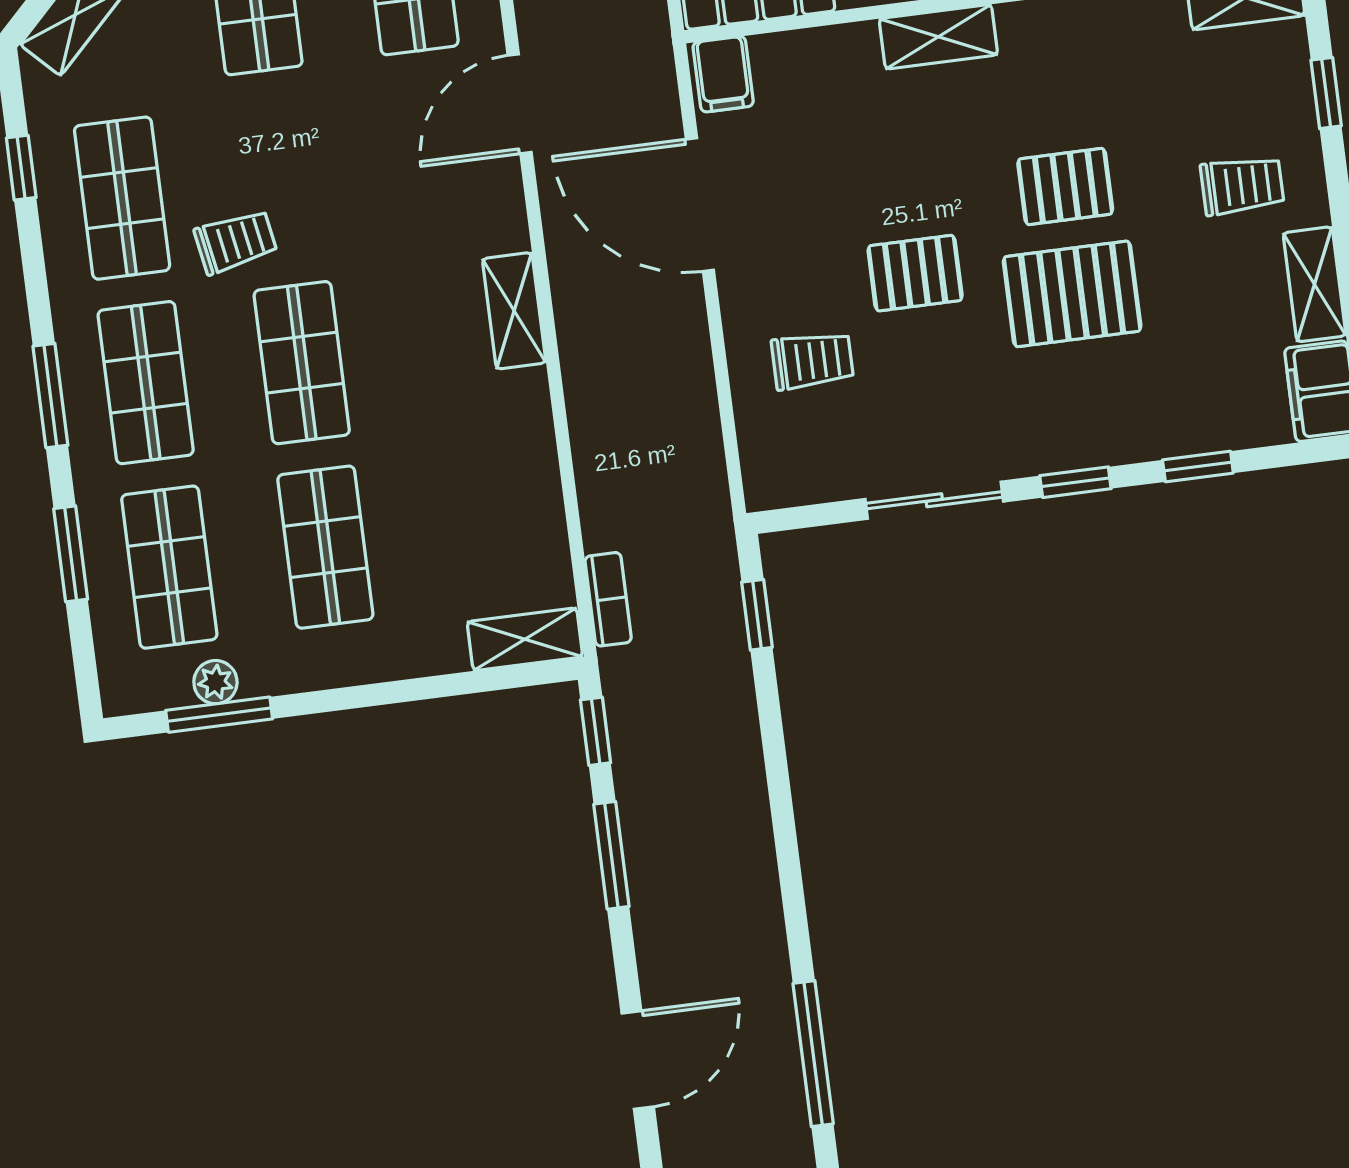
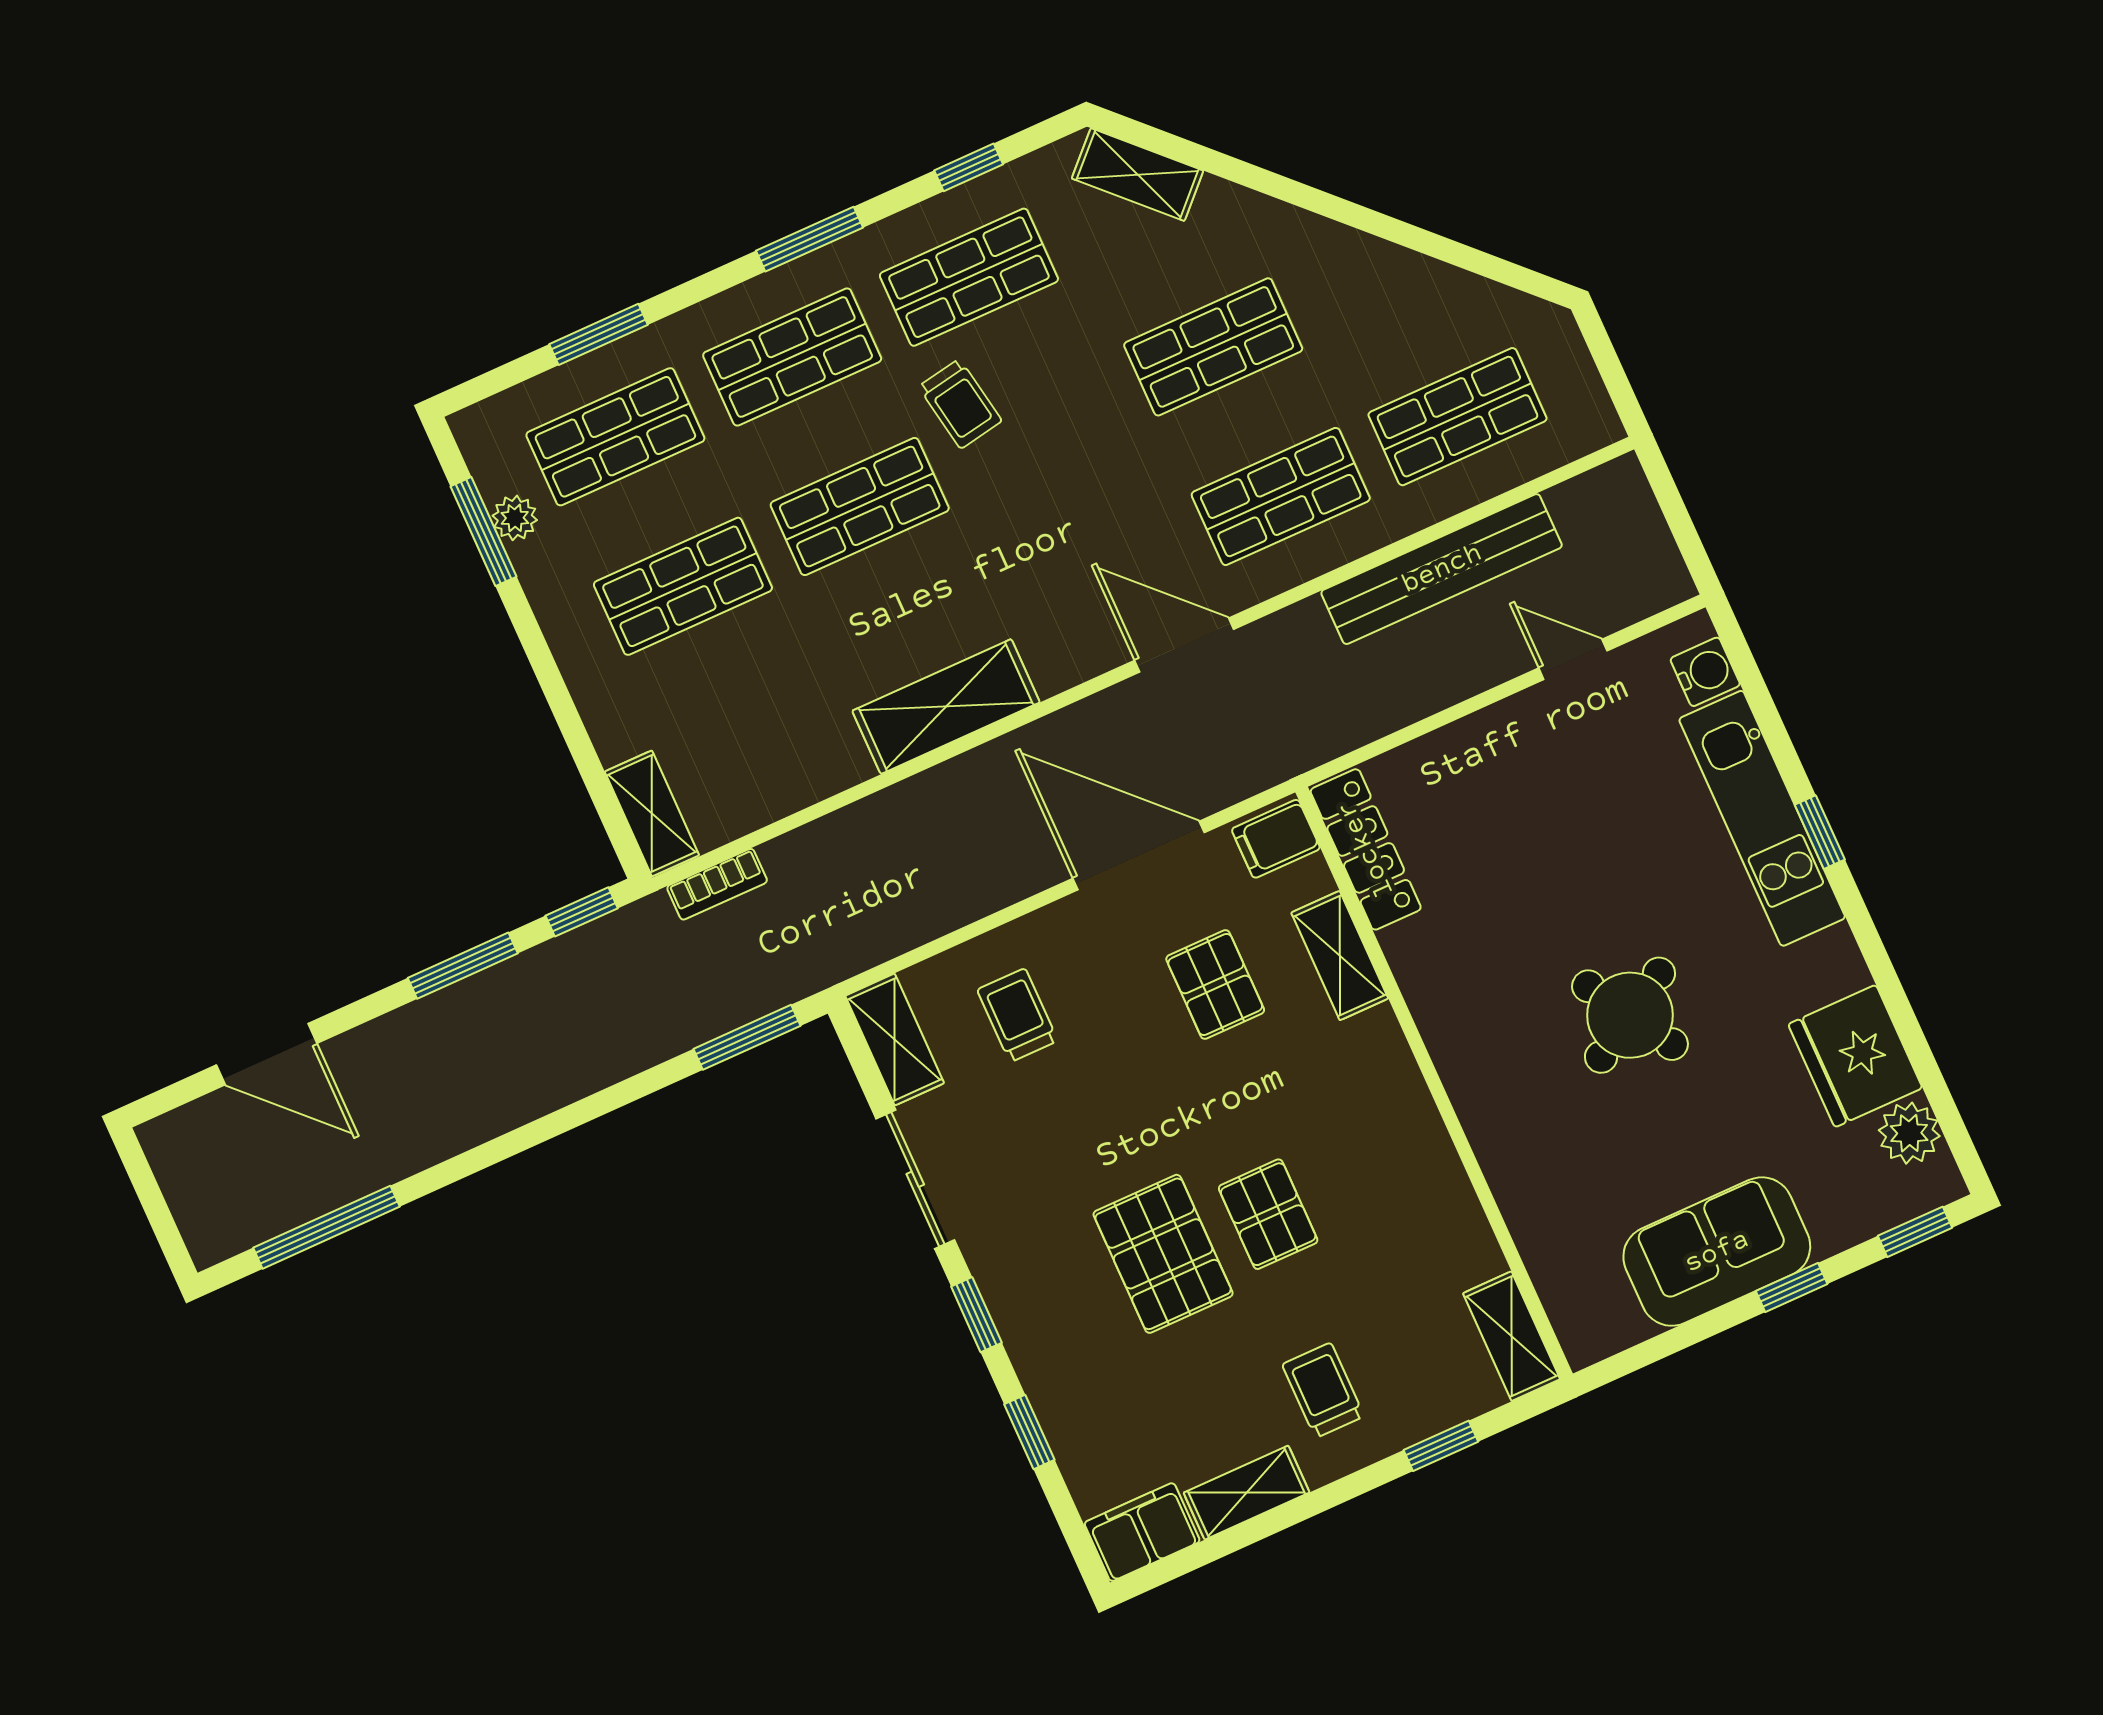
shelving: (938, 37) -> (1340, 956), moved
trolley: (1242, 185) -> (1323, 1390), turned 180
door: (700, 205) -> (1139, 855), hinge flipped
pallet: (915, 273) -> (1215, 985), moved
shelving: (514, 311) -> (946, 707), width x1.50, depth x1.33
trolley: (812, 361) -> (1017, 1015), turned 180
window: (50, 396) -> (809, 239), moved
shelving: (800, 480) -> (895, 1039), added
window: (757, 615) -> (747, 1037), width x1.50

